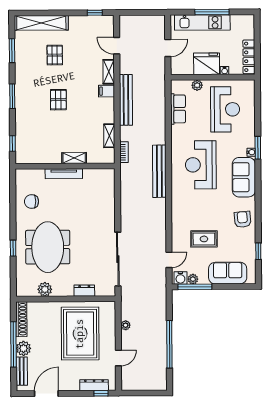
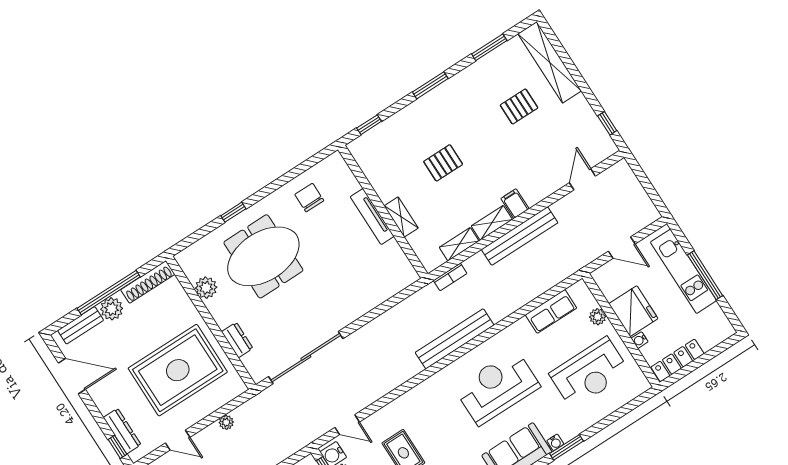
shelving: (109, 72) -> (492, 223), moved
pallet: (58, 100) -> (443, 163), moved

